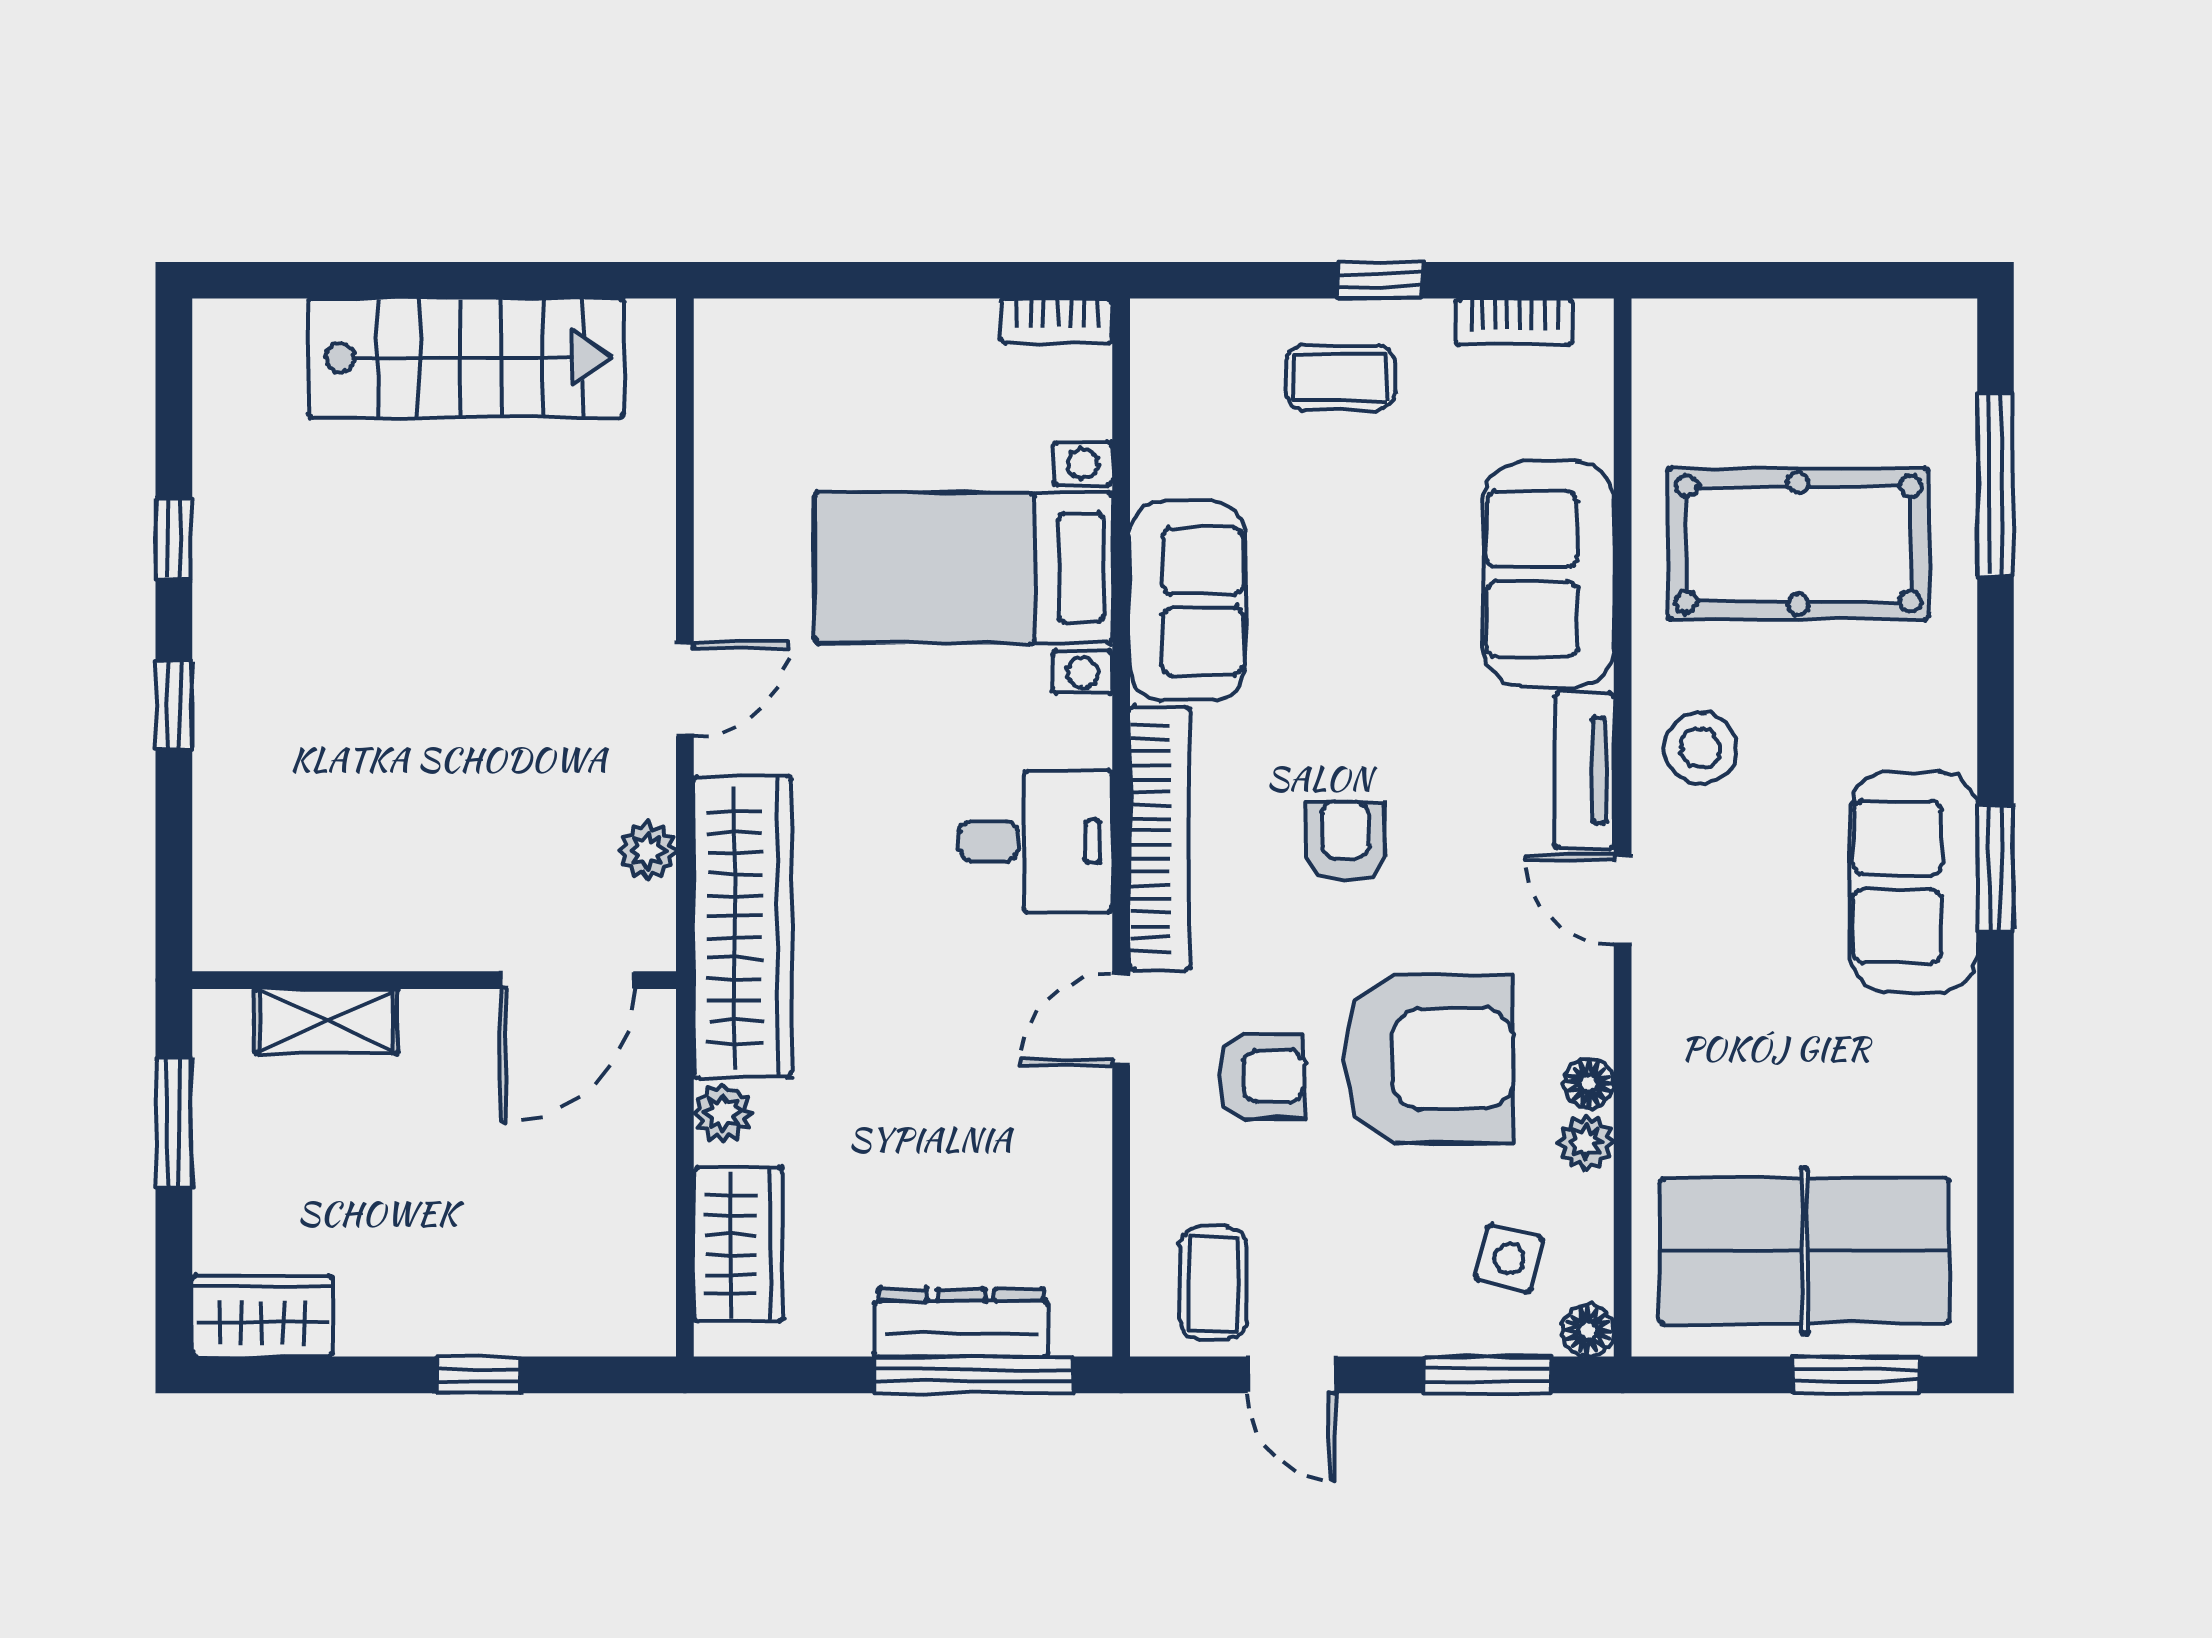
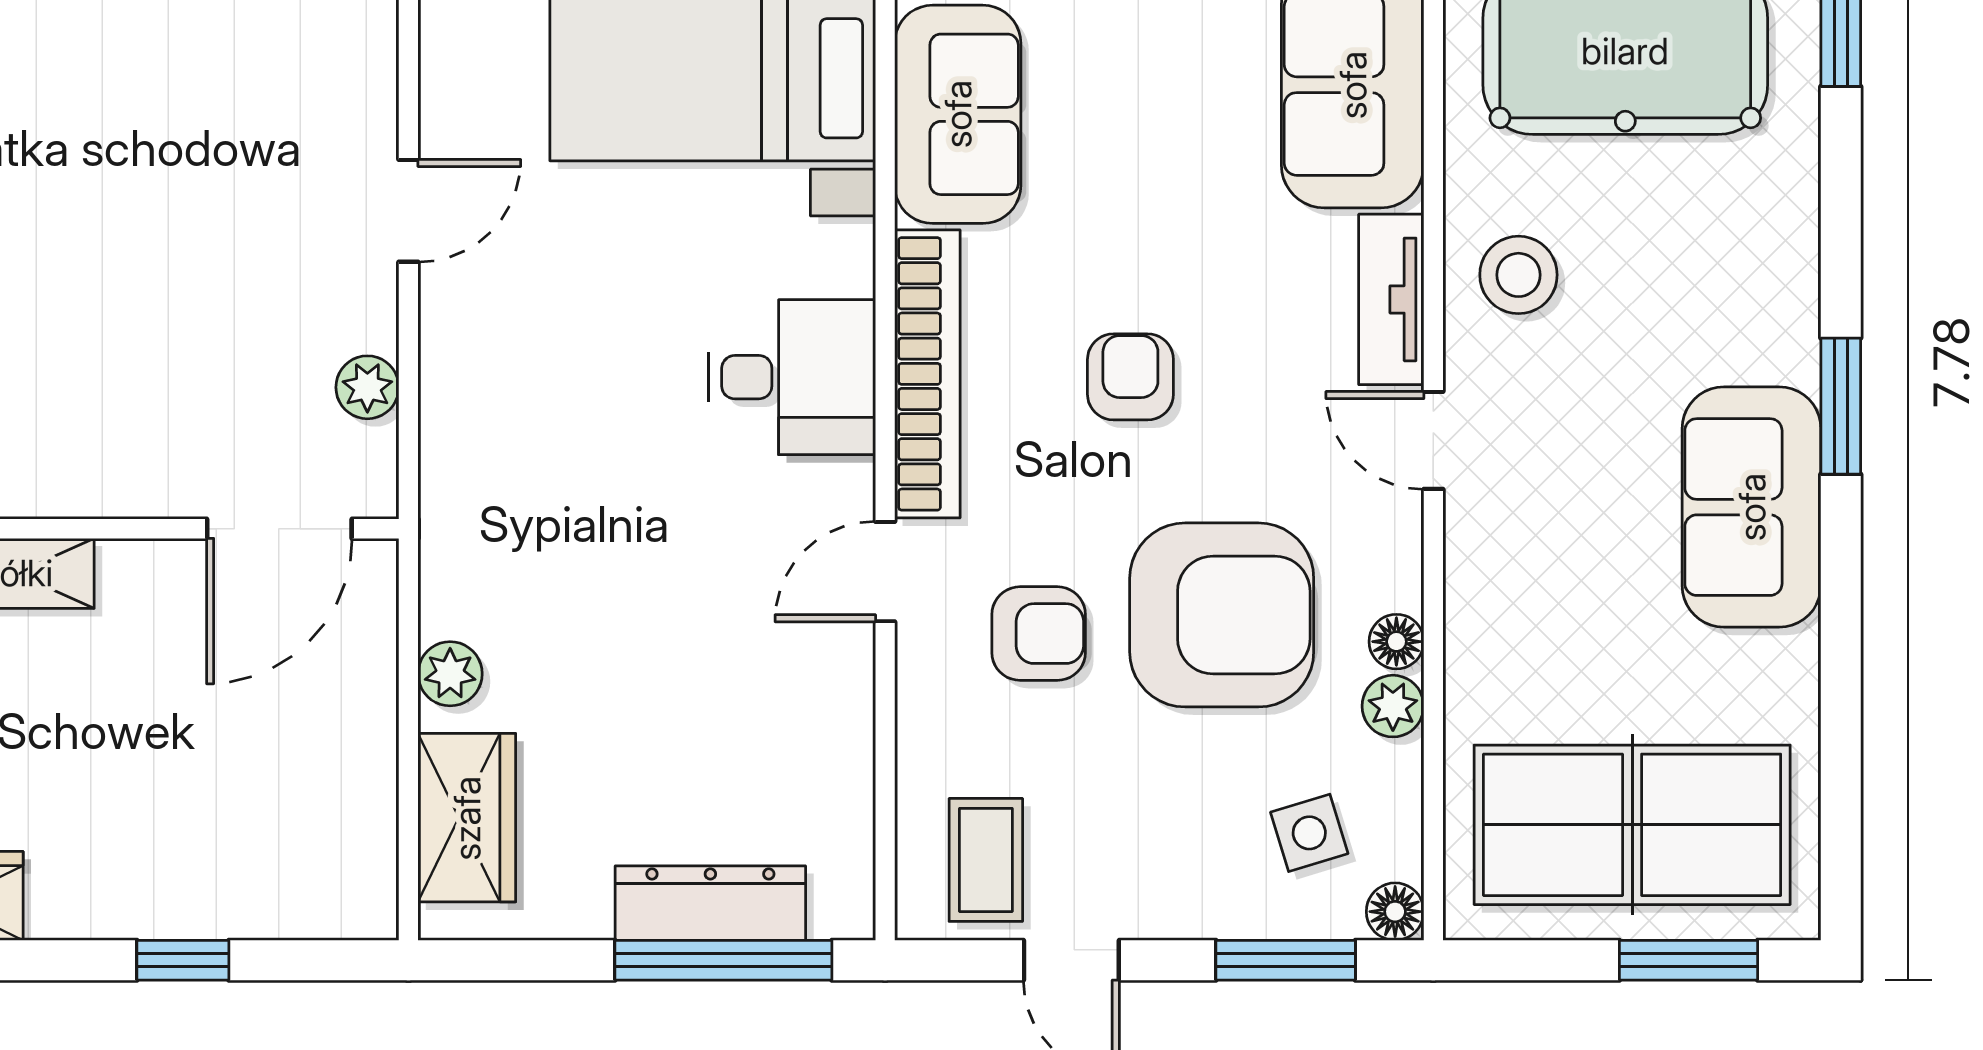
sofa: (1914, 882) -> (1752, 507), moved
wardrobe: (742, 927) -> (471, 470), removed
side table: (1509, 1258) -> (1309, 833), turned -31

